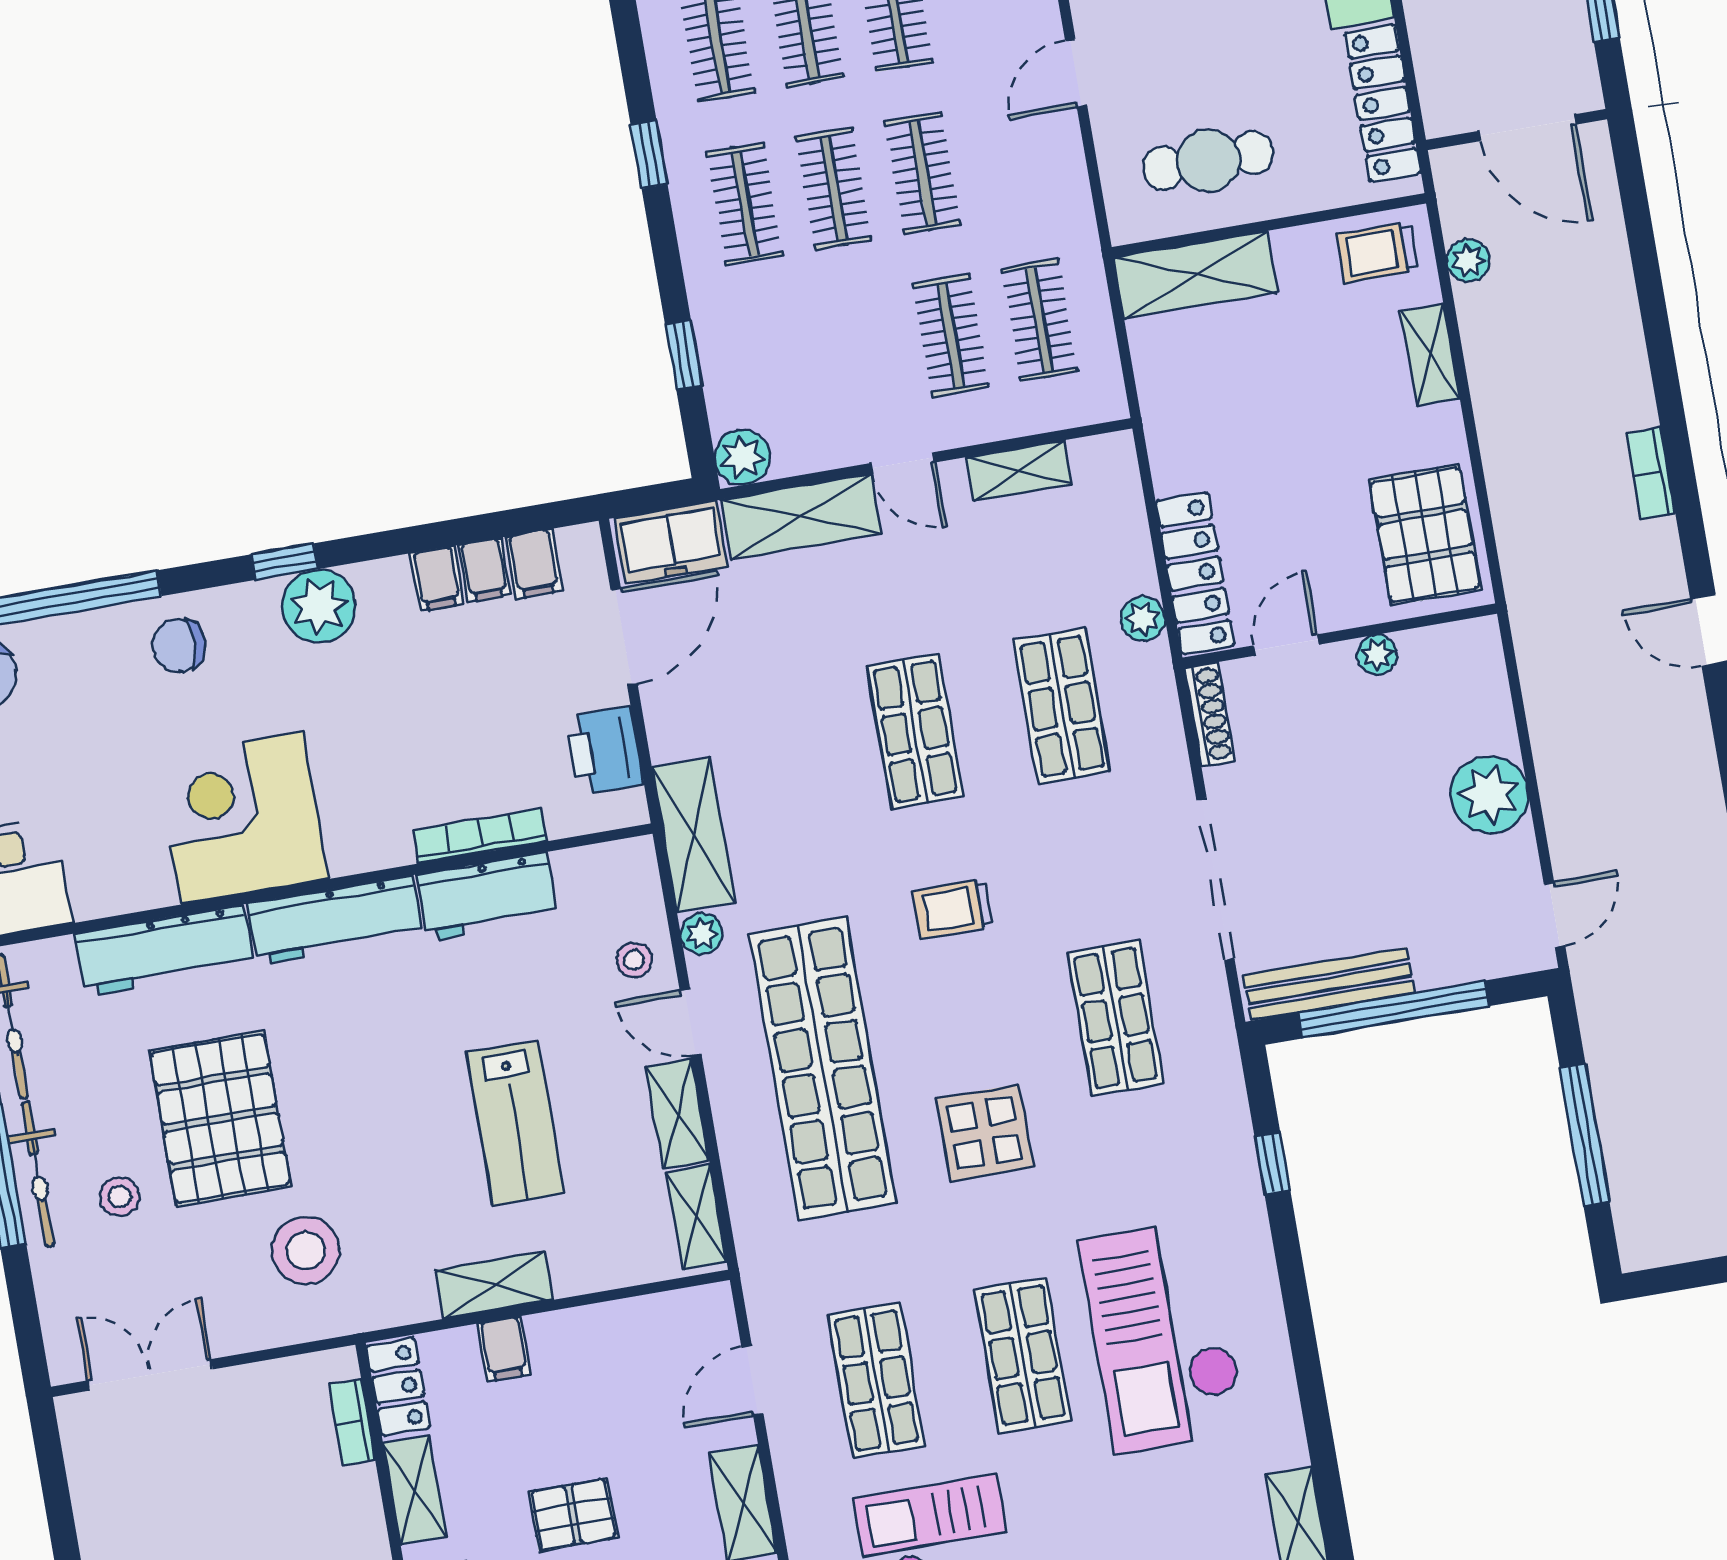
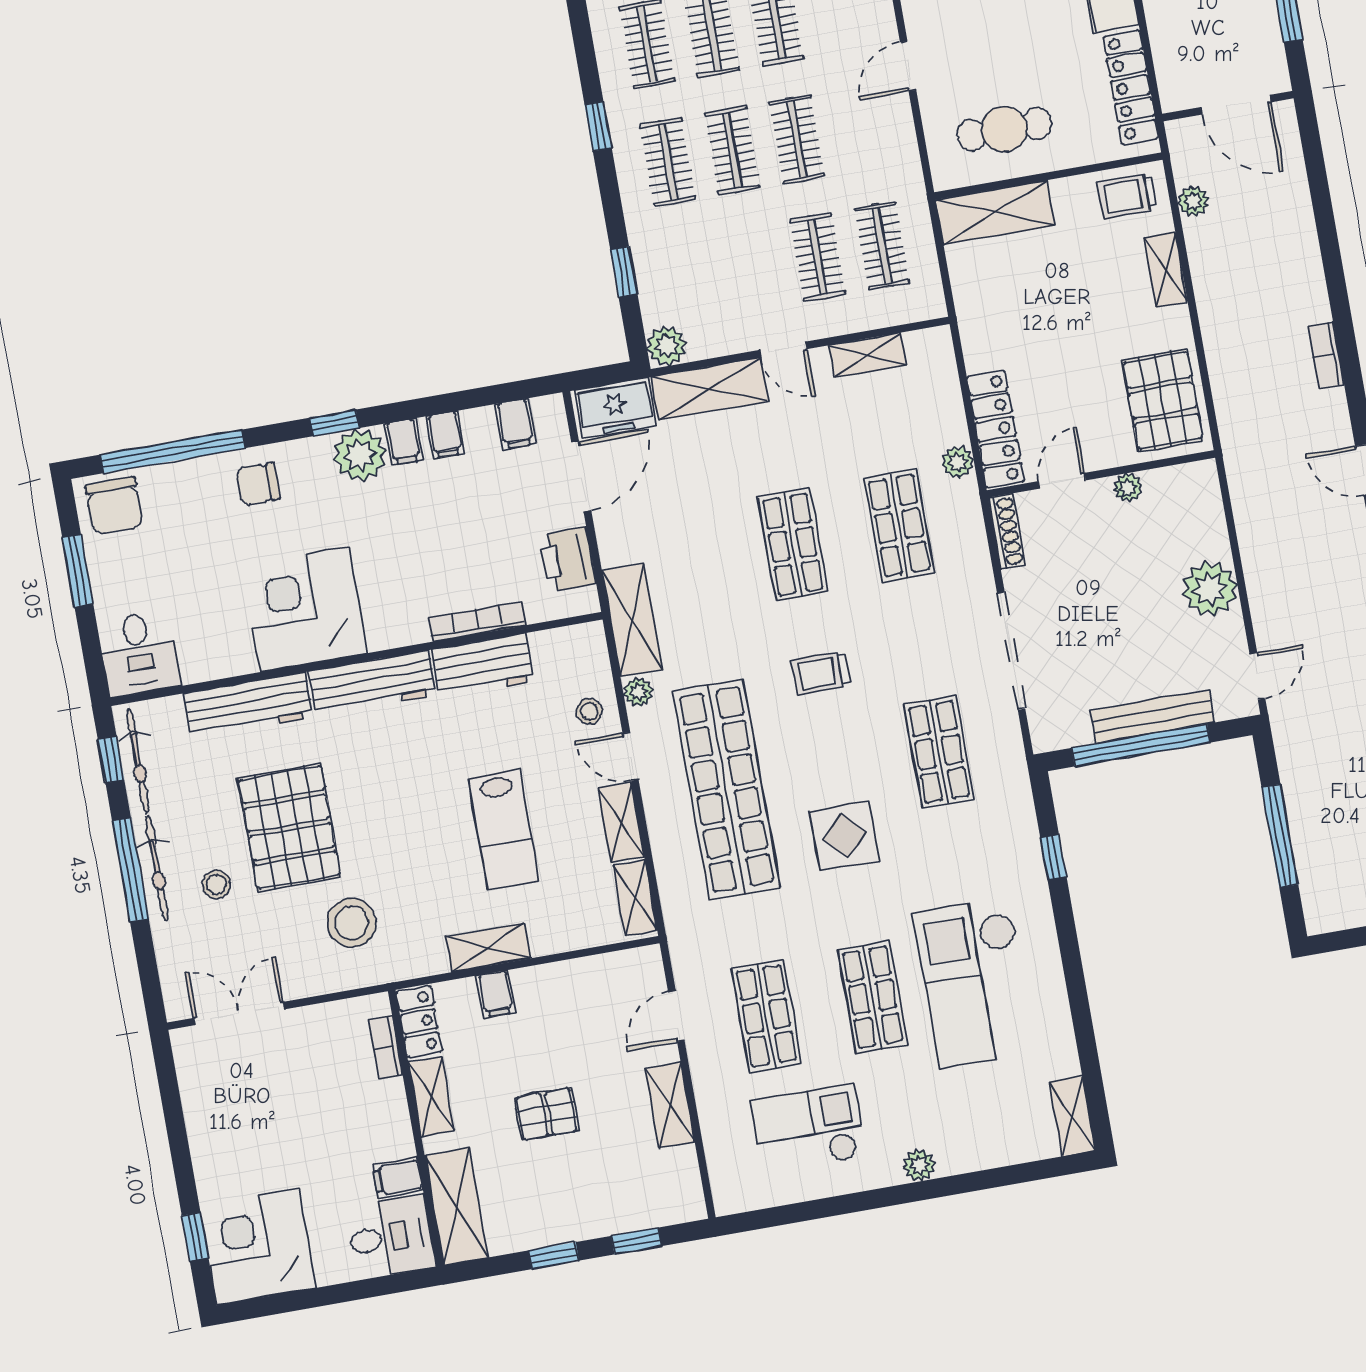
filing cabinet: (484, 570) -> (404, 442), moved
bench: (1329, 984) -> (1152, 716), moved

